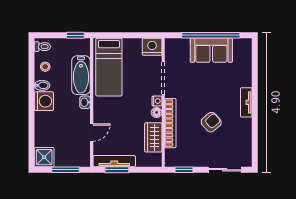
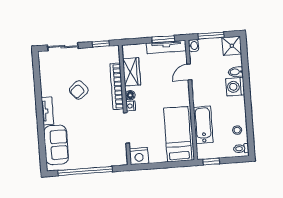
sofa: (211, 50) -> (56, 145), moved, turned 90
bidet: (42, 85) -> (236, 72), moved
washing machine: (44, 101) -> (235, 87), moved
washbasin: (85, 102) -> (193, 46), moved

